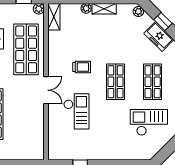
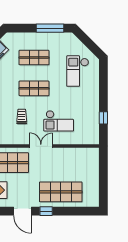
checkout: (76, 111) -> (59, 121), turned 180
checkout: (149, 122) -> (78, 71), moved

